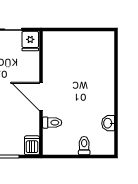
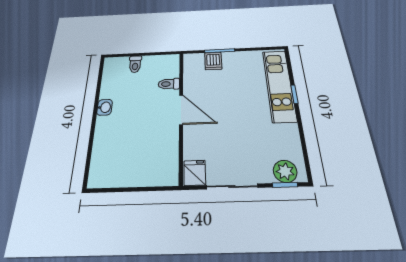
washbasin: (108, 123) -> (105, 107), moved
dishwasher: (32, 145) -> (213, 61), moved

